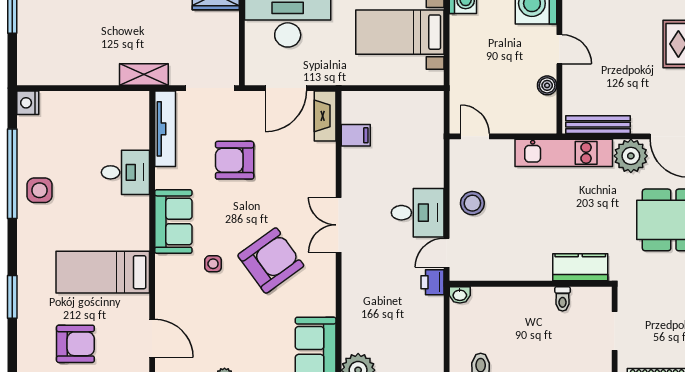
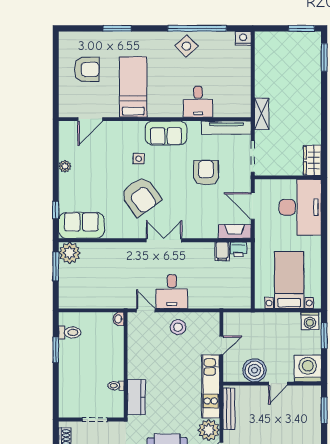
boiler: (547, 85) -> (255, 370), width x1.86, depth x1.86
door: (475, 136) -> (221, 345), moved
side table: (40, 190) -> (186, 46), turned 45
printer: (433, 282) -> (238, 249), moved, turned 180
armchair: (75, 344) -> (87, 69), turned -90

